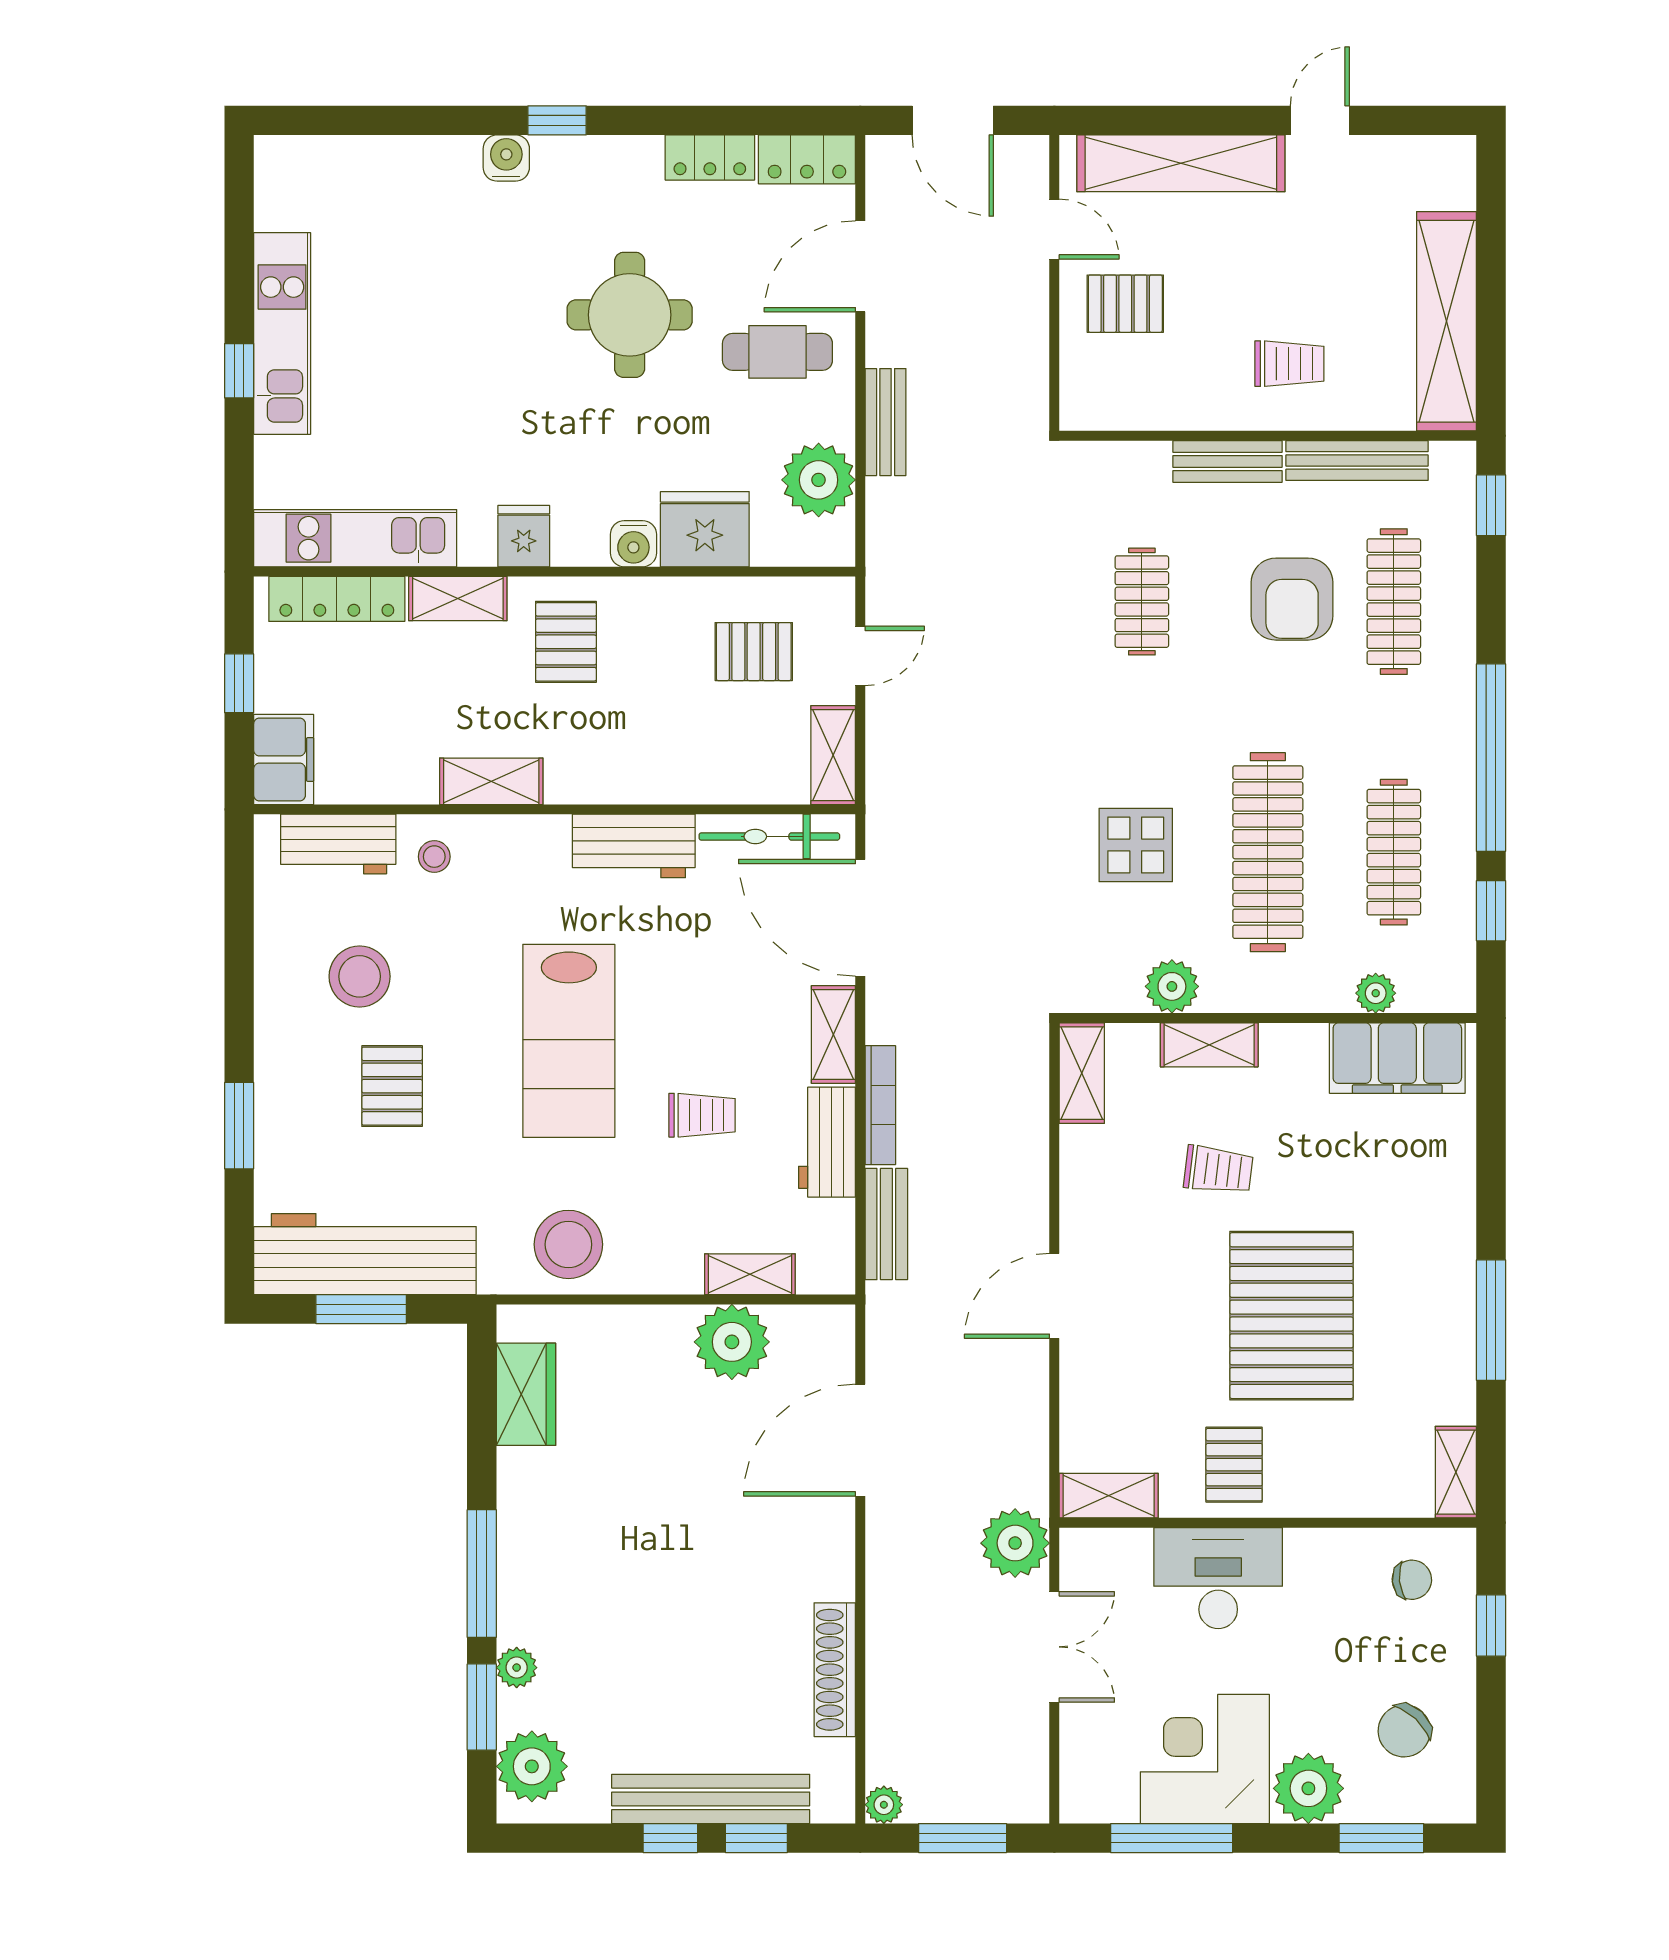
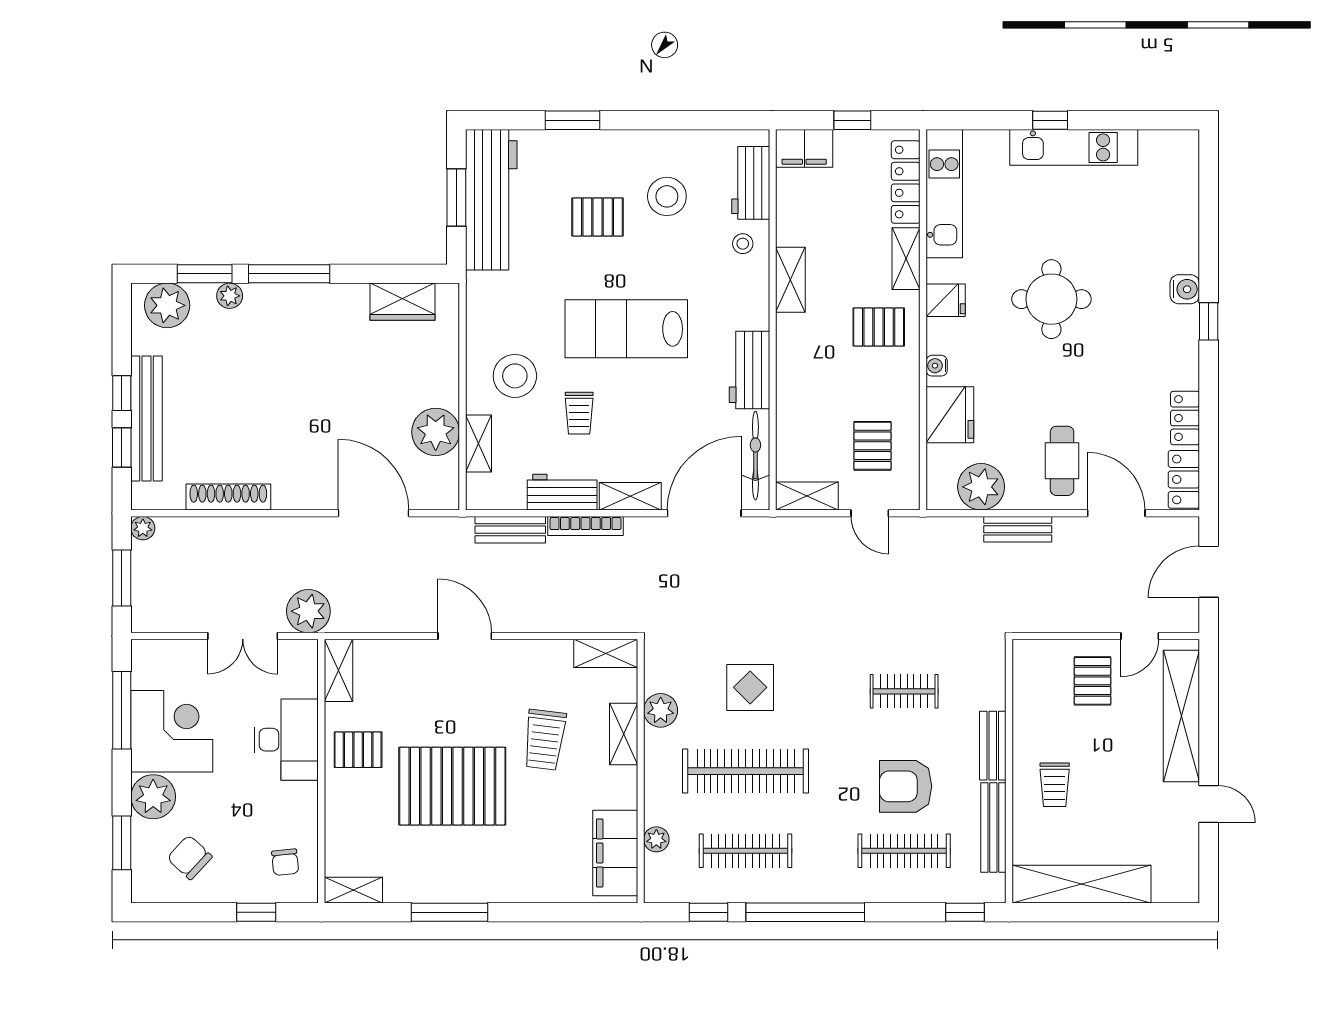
round table: (630, 315) -> (1051, 299), moved
water cooler: (633, 544) -> (937, 366), width x0.72, depth x0.72
trolley: (1218, 1170) -> (545, 740), width x1.36, depth x1.39
stool: (568, 1244) -> (515, 376), moved

